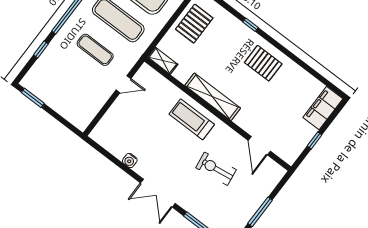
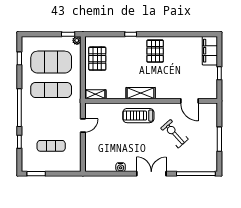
exercise mat: (95, 50) -> (51, 146), moved
pallet: (263, 63) -> (155, 51), turned 90
shelving: (213, 97) -> (141, 93), width x0.68
exercise bike: (216, 169) -> (174, 134), turned 56
double door: (158, 193) -> (151, 174), swing flipped

